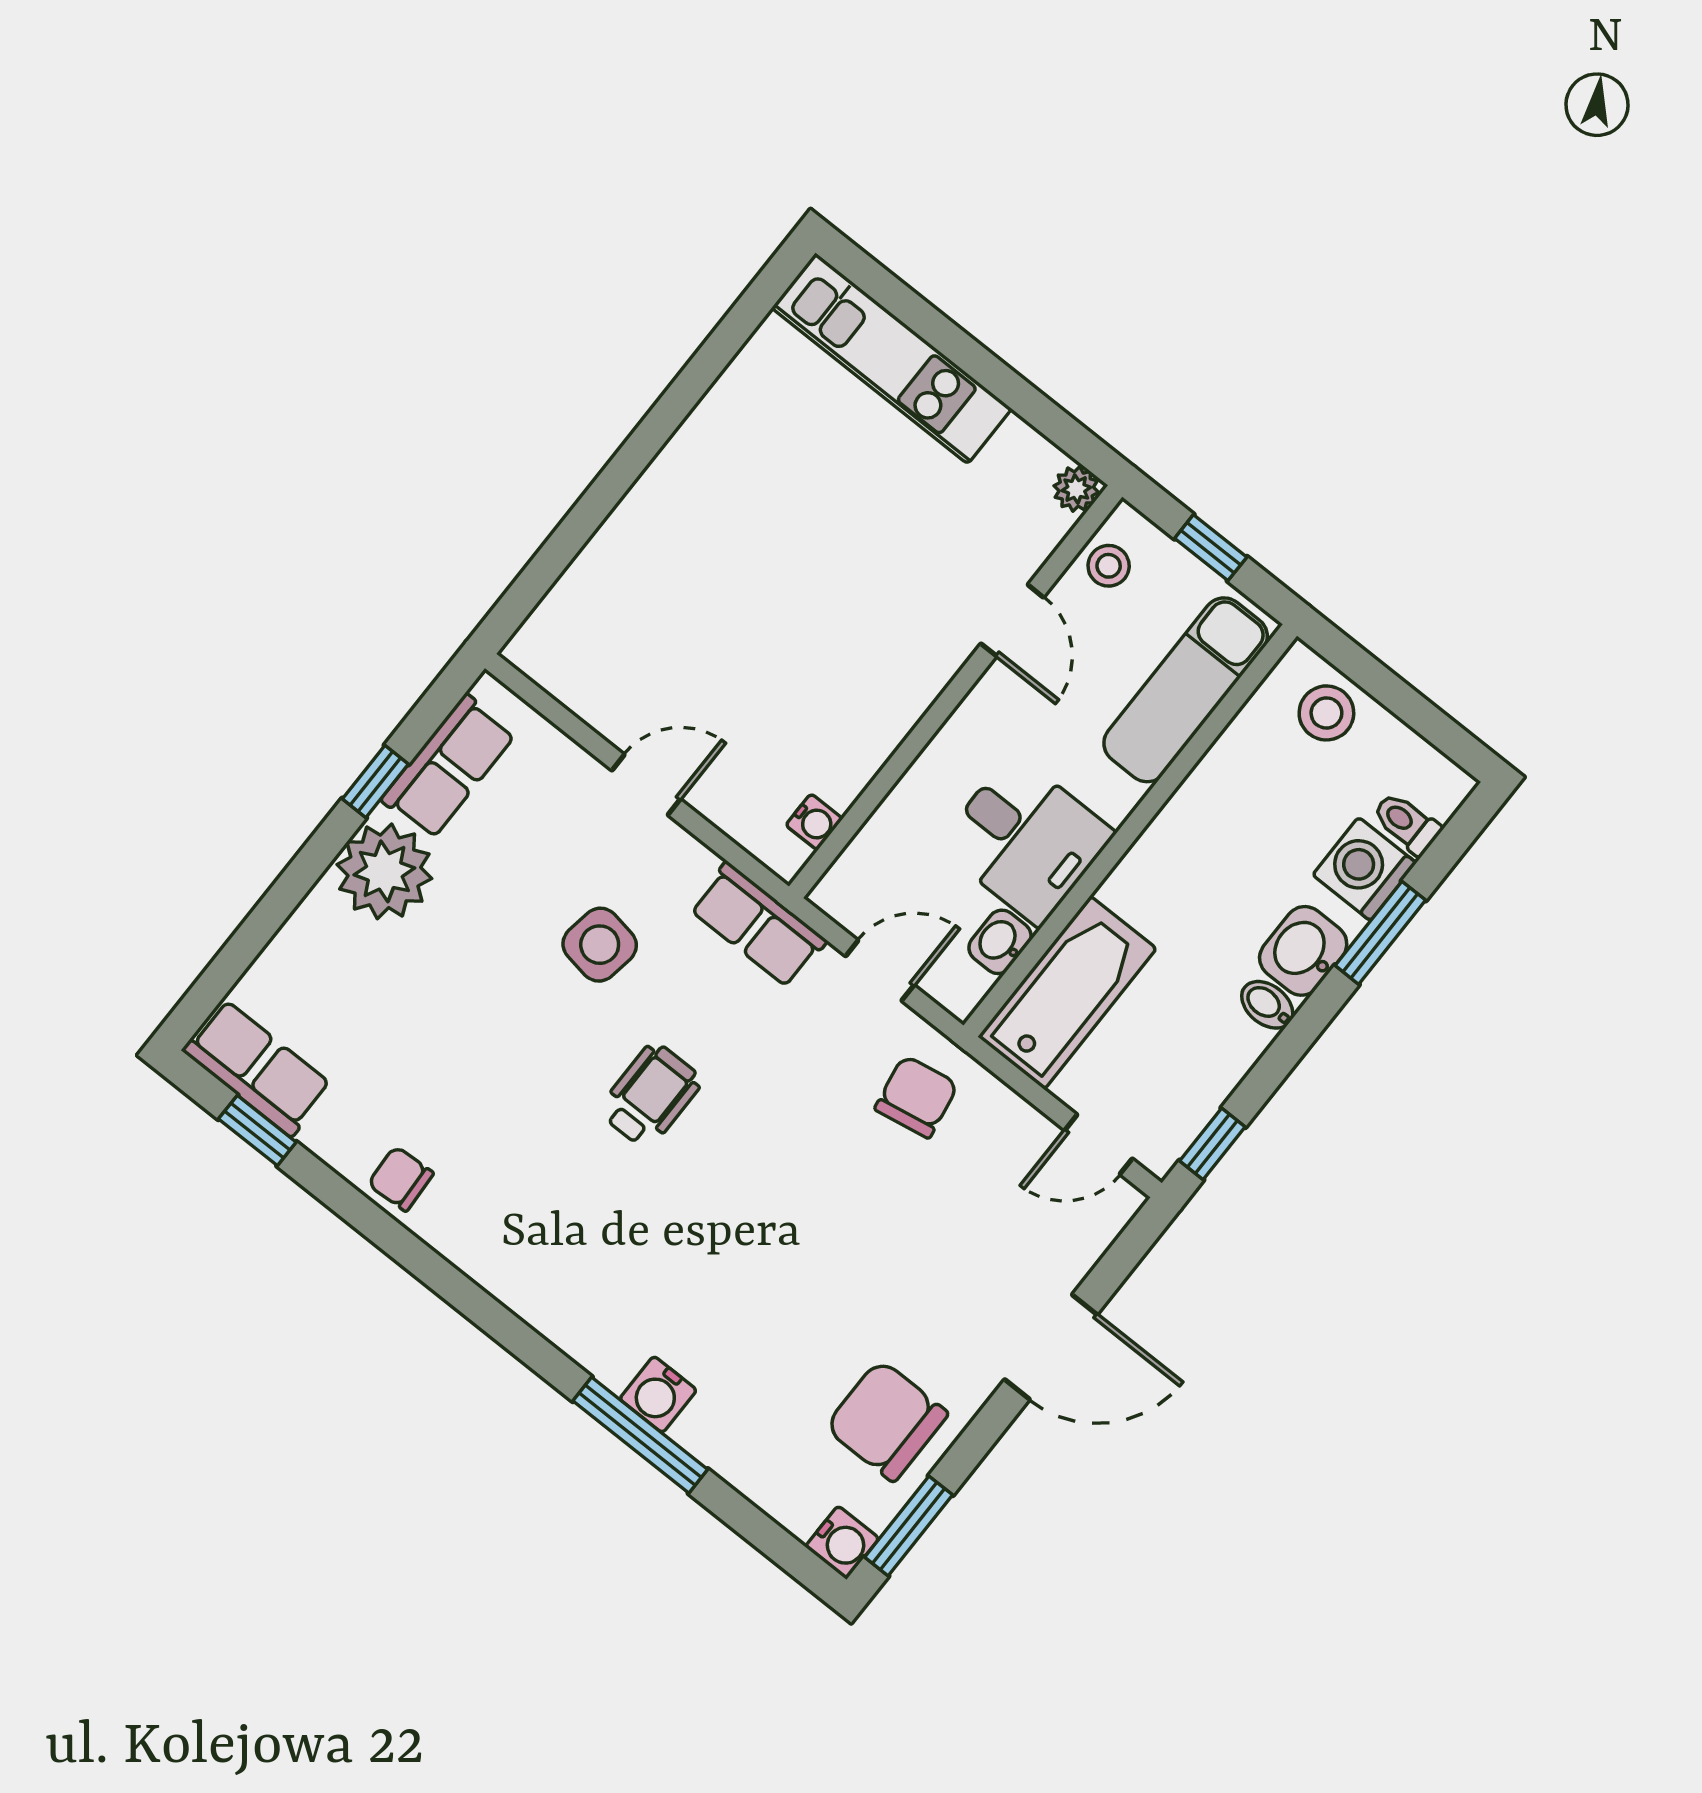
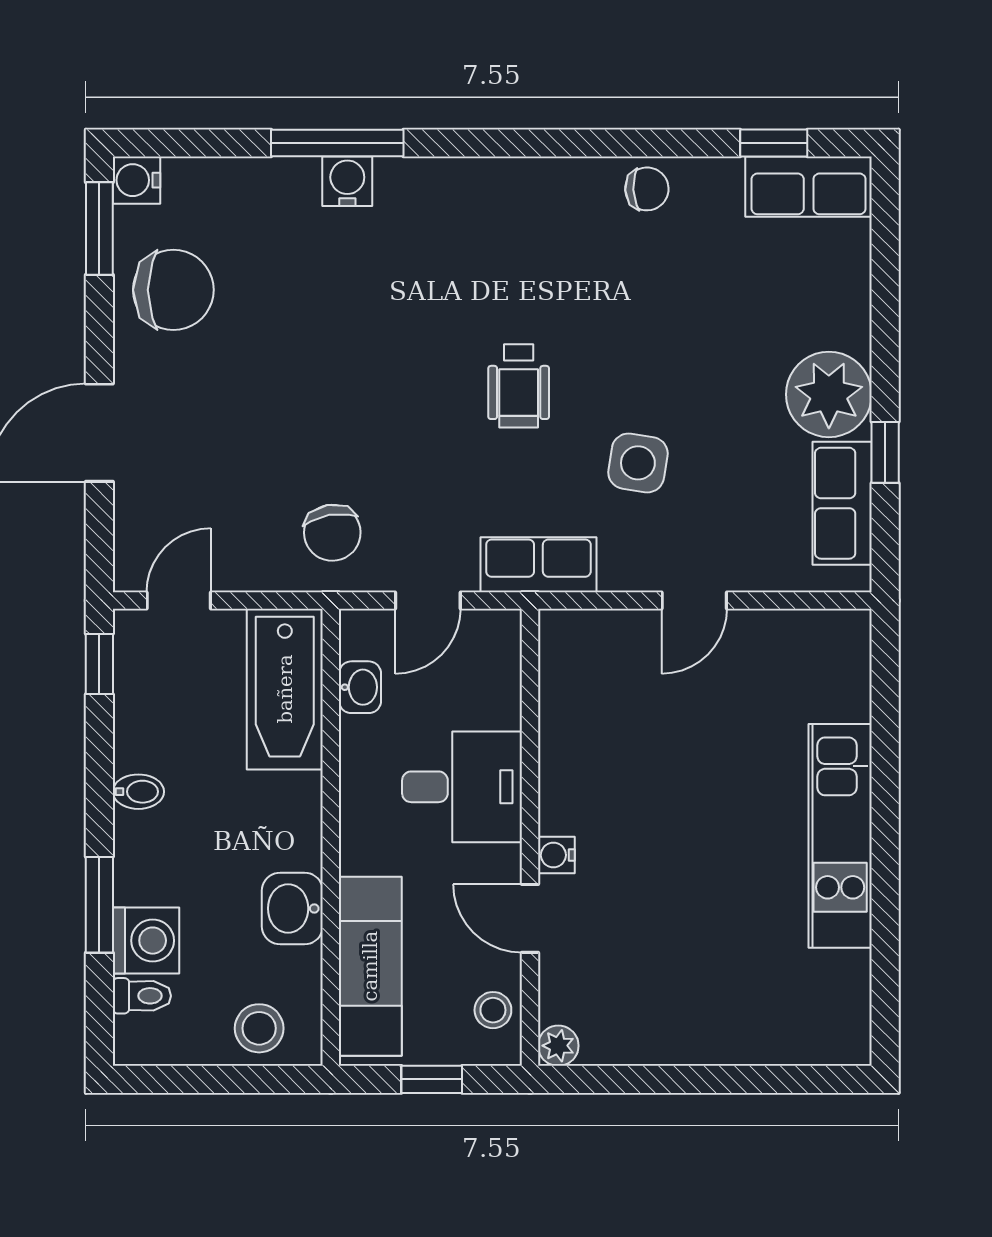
kitchen unit: (892, 358) -> (840, 836), moved, turned -90
water cooler: (814, 822) -> (556, 855), moved
desk: (1026, 839) -> (462, 787), moved, turned 180
washbasin: (1303, 951) -> (292, 908), moved, turned 180

